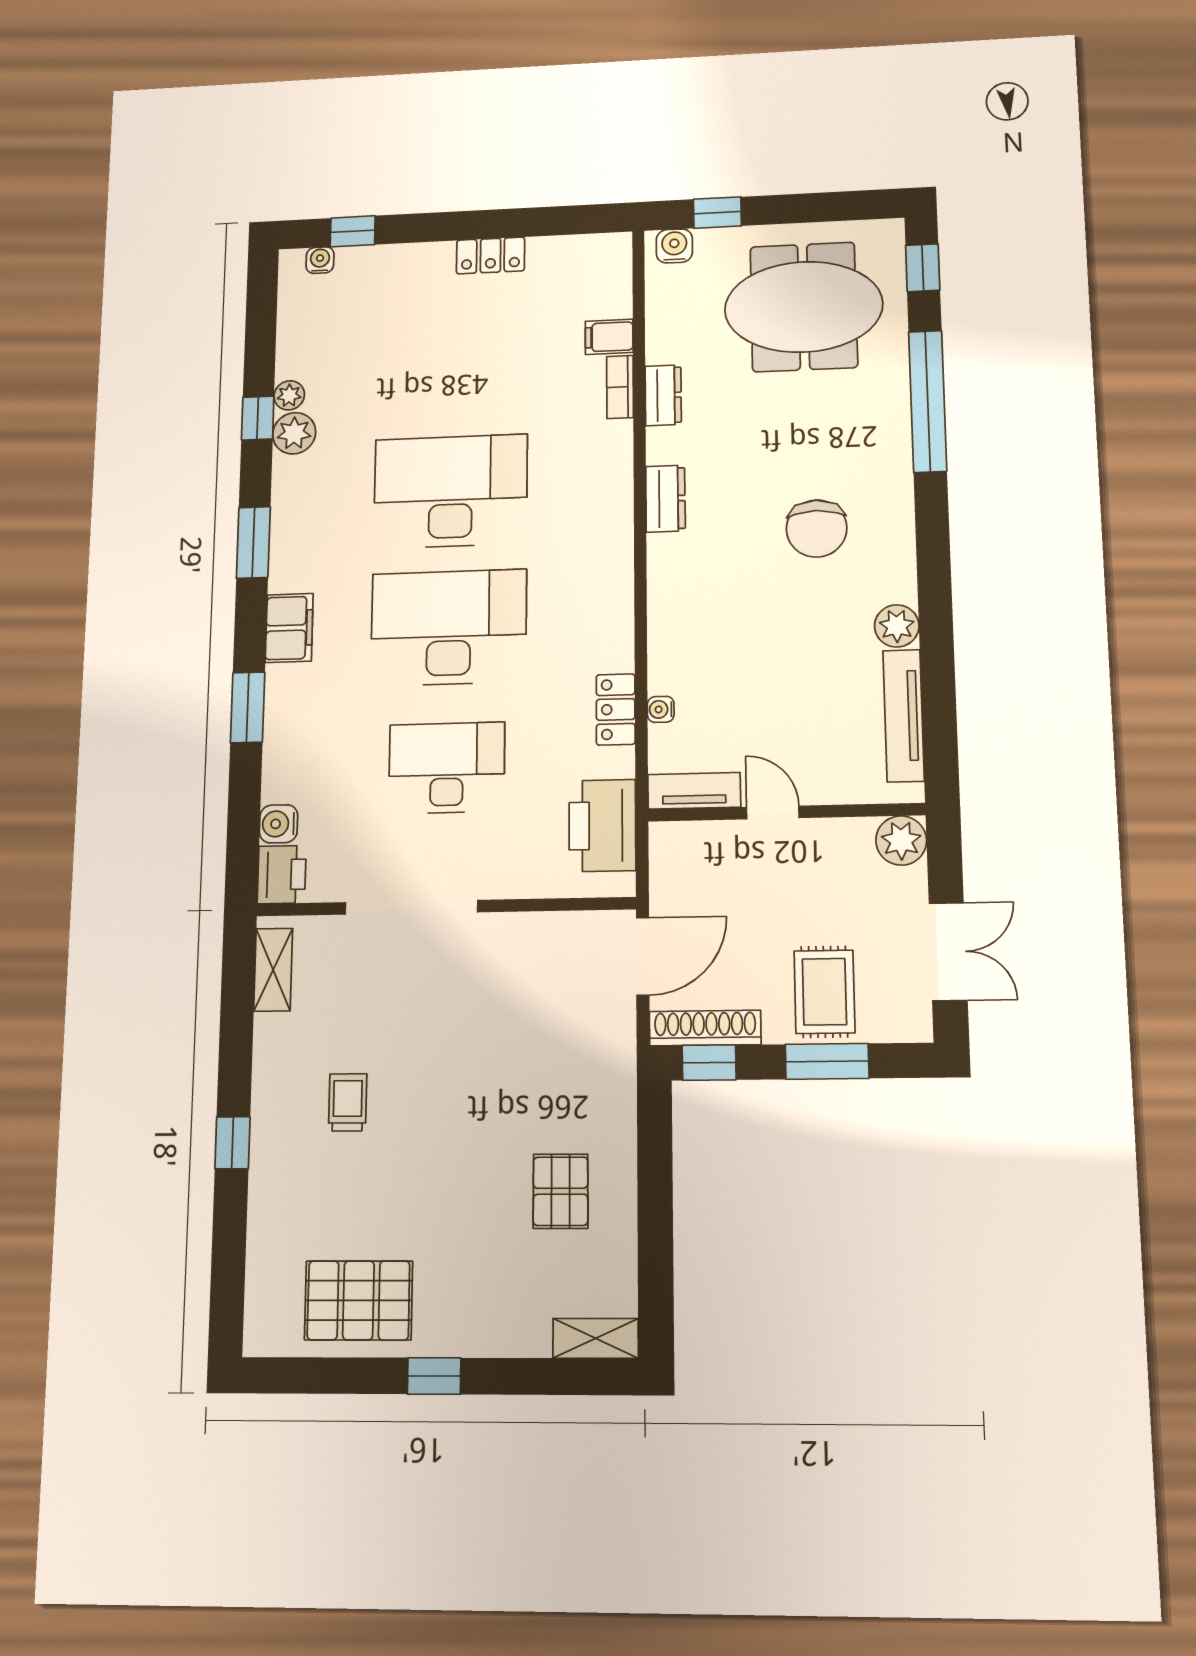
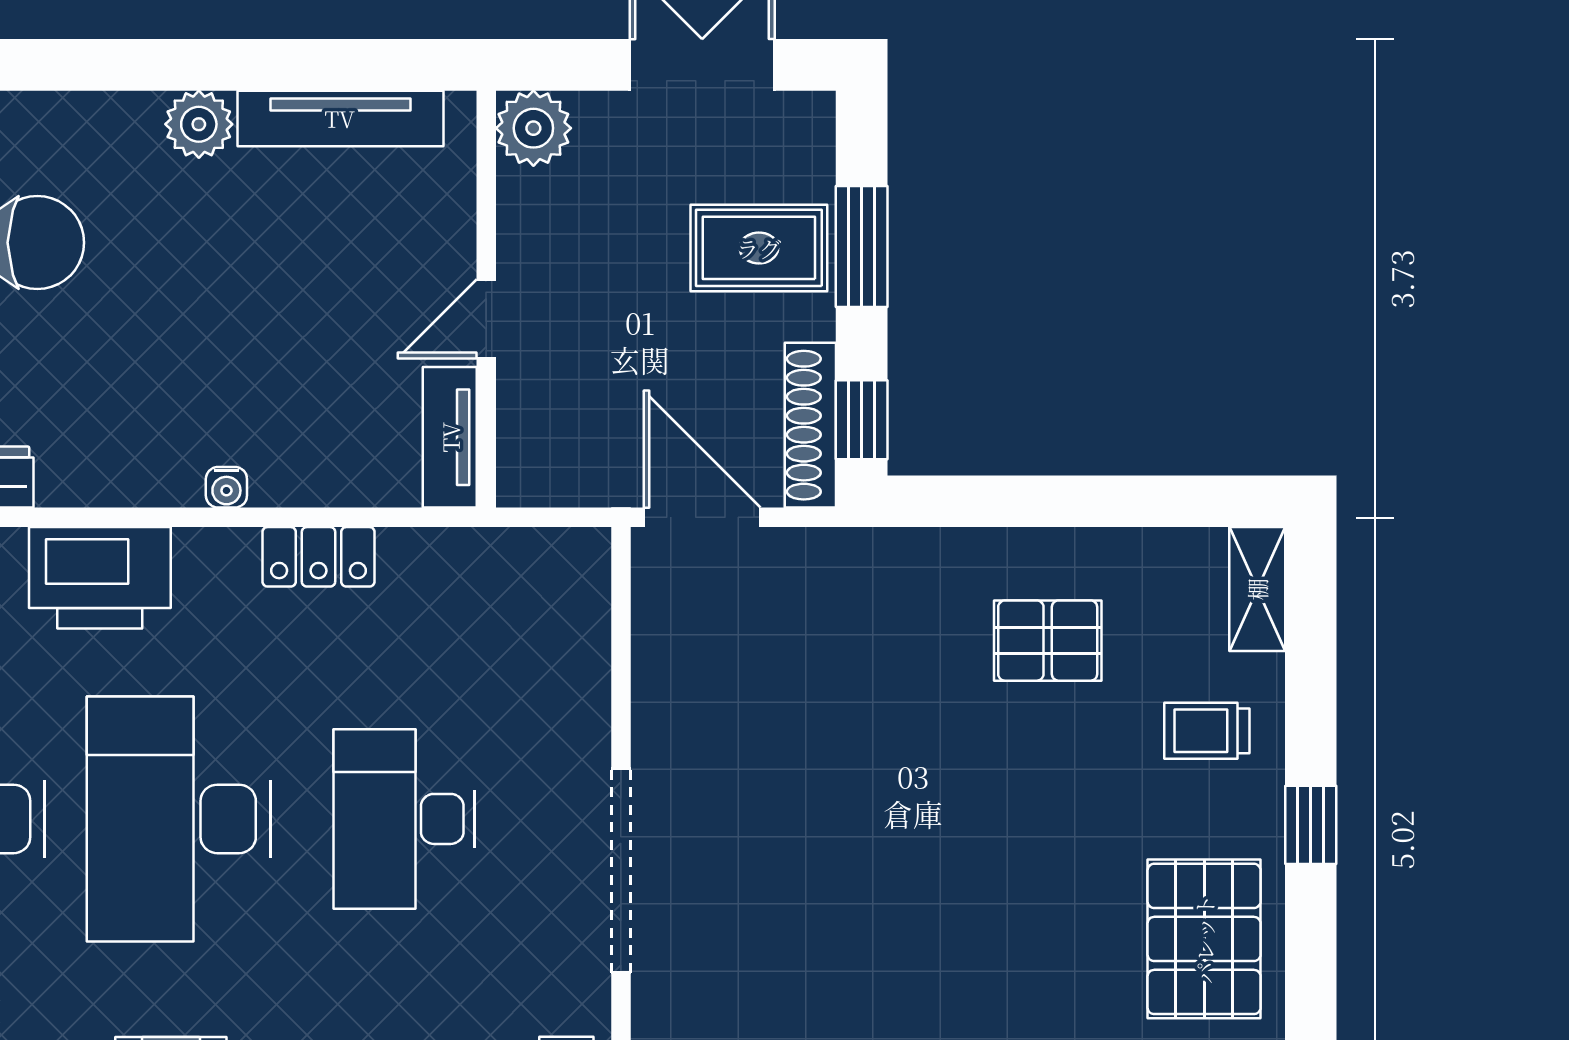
water cooler: (661, 709) -> (226, 487), moved
printer: (602, 826) -> (100, 578), moved
trolley: (348, 1102) -> (1207, 731), moved

